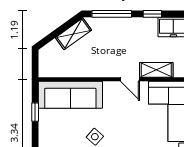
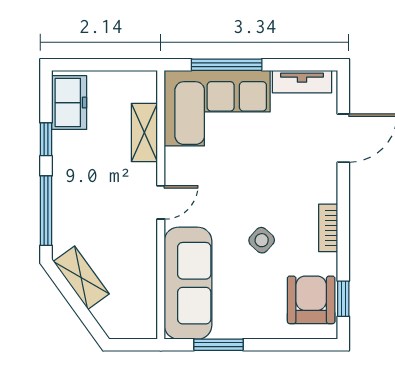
door: (130, 79) -> (161, 202), moved
window: (35, 112) -> (219, 345), width x1.50

